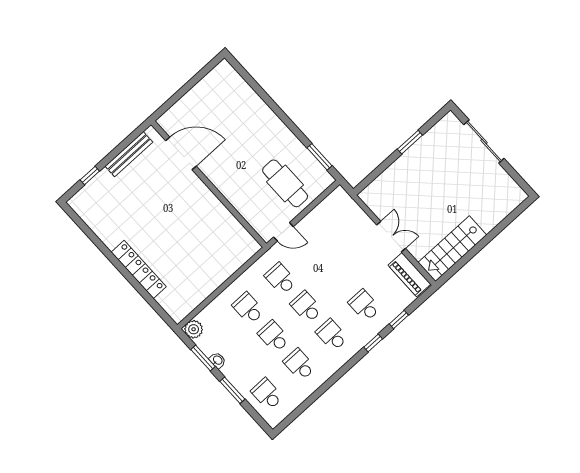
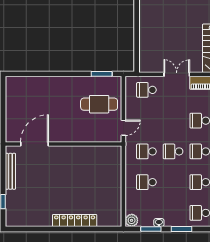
window: (410, 142) -> (137, 20), removed
school desk: (274, 336) -> (146, 90), moved

